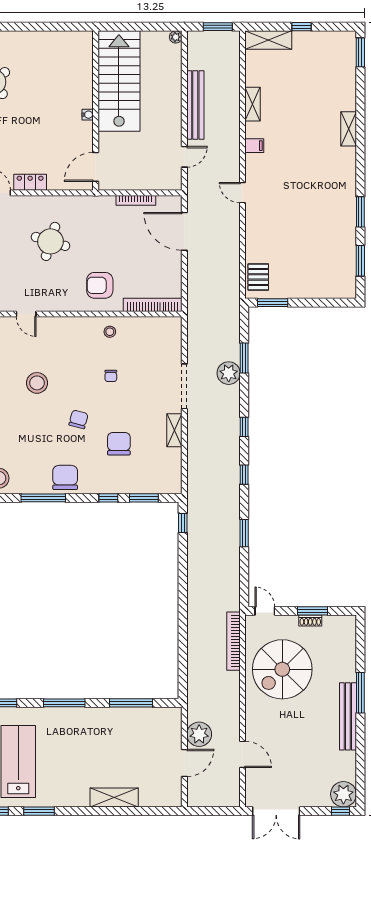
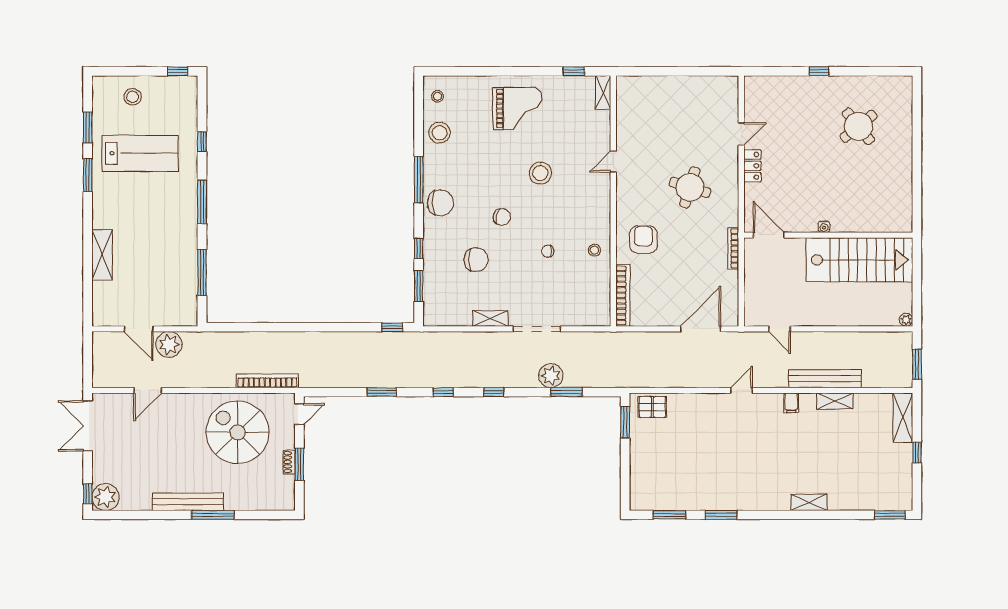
bench: (195, 105) -> (825, 379), moved
bookcase: (136, 200) -> (733, 248), moved

